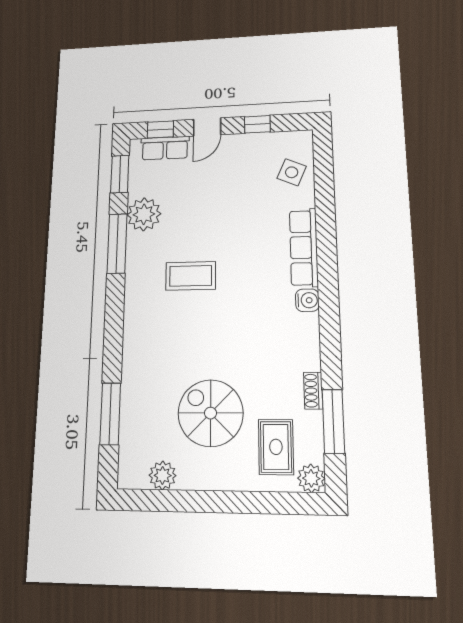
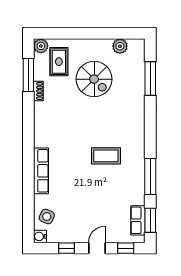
row of seats: (165, 148) -> (138, 220), moved, turned -90
plant: (144, 214) -> (135, 194), removed
water cooler: (307, 300) -> (40, 236), moved

